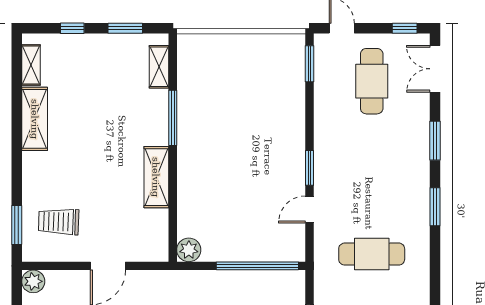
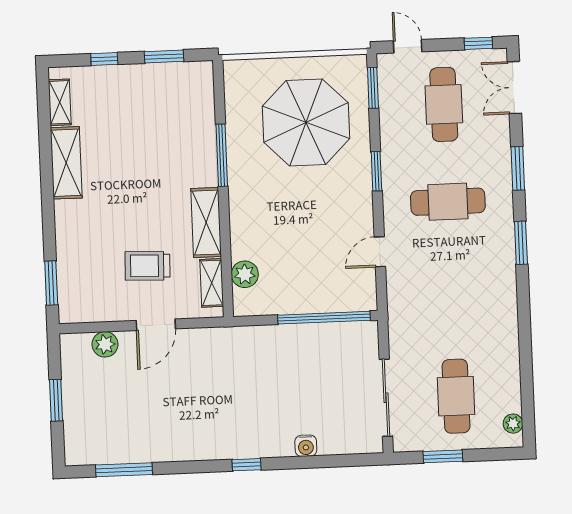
shelving: (159, 67) -> (212, 283), moved
parasol: (249, 92) -> (306, 122), added
window: (309, 168) -> (376, 171), moved
trolley: (59, 222) -> (148, 266), moved
plant: (189, 250) -> (245, 274), moved
cafe table: (372, 254) -> (448, 202), moved
plant: (33, 281) -> (105, 344), moved

